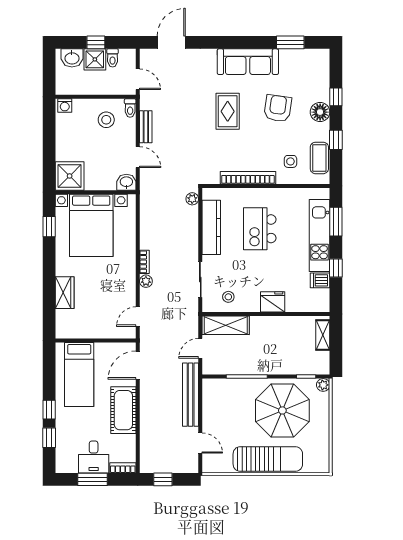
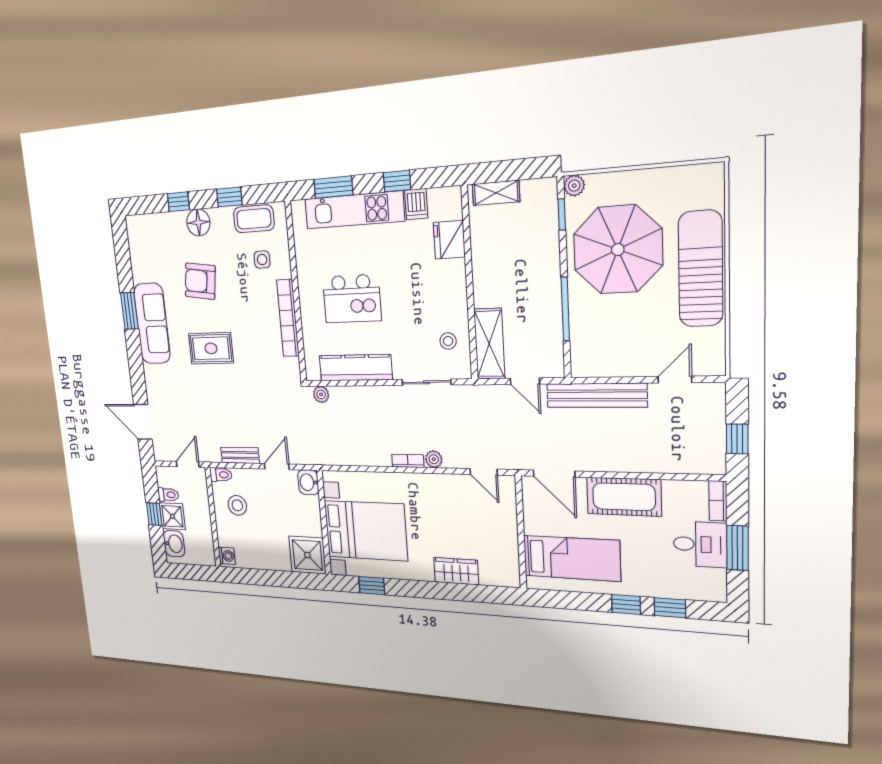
window: (290, 42) -> (129, 311), moved
fridge: (273, 302) -> (449, 240), moved

